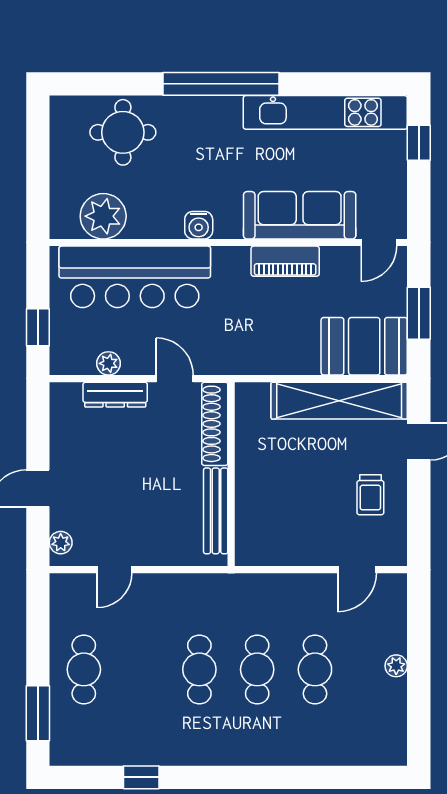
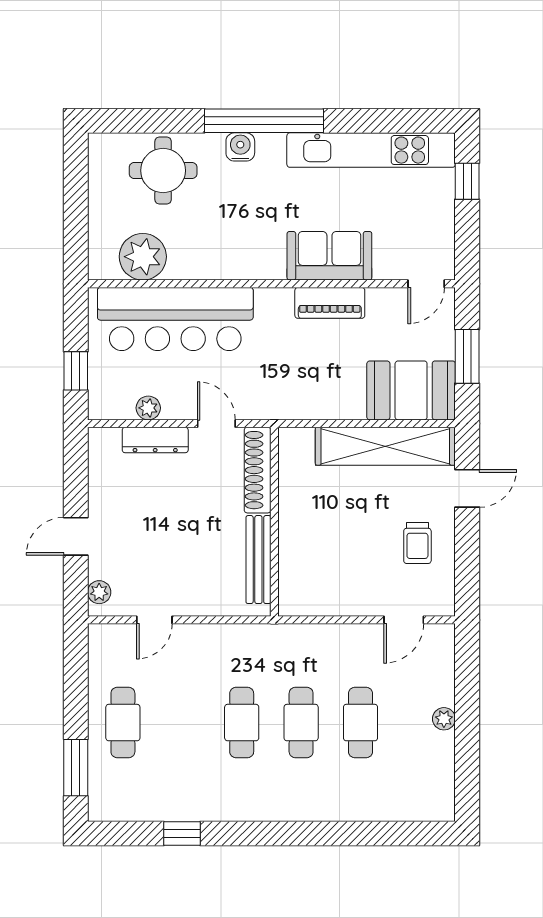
sofa: (300, 215) -> (329, 256), width x0.73
water cooler: (199, 225) -> (240, 147), moved, turned 180

